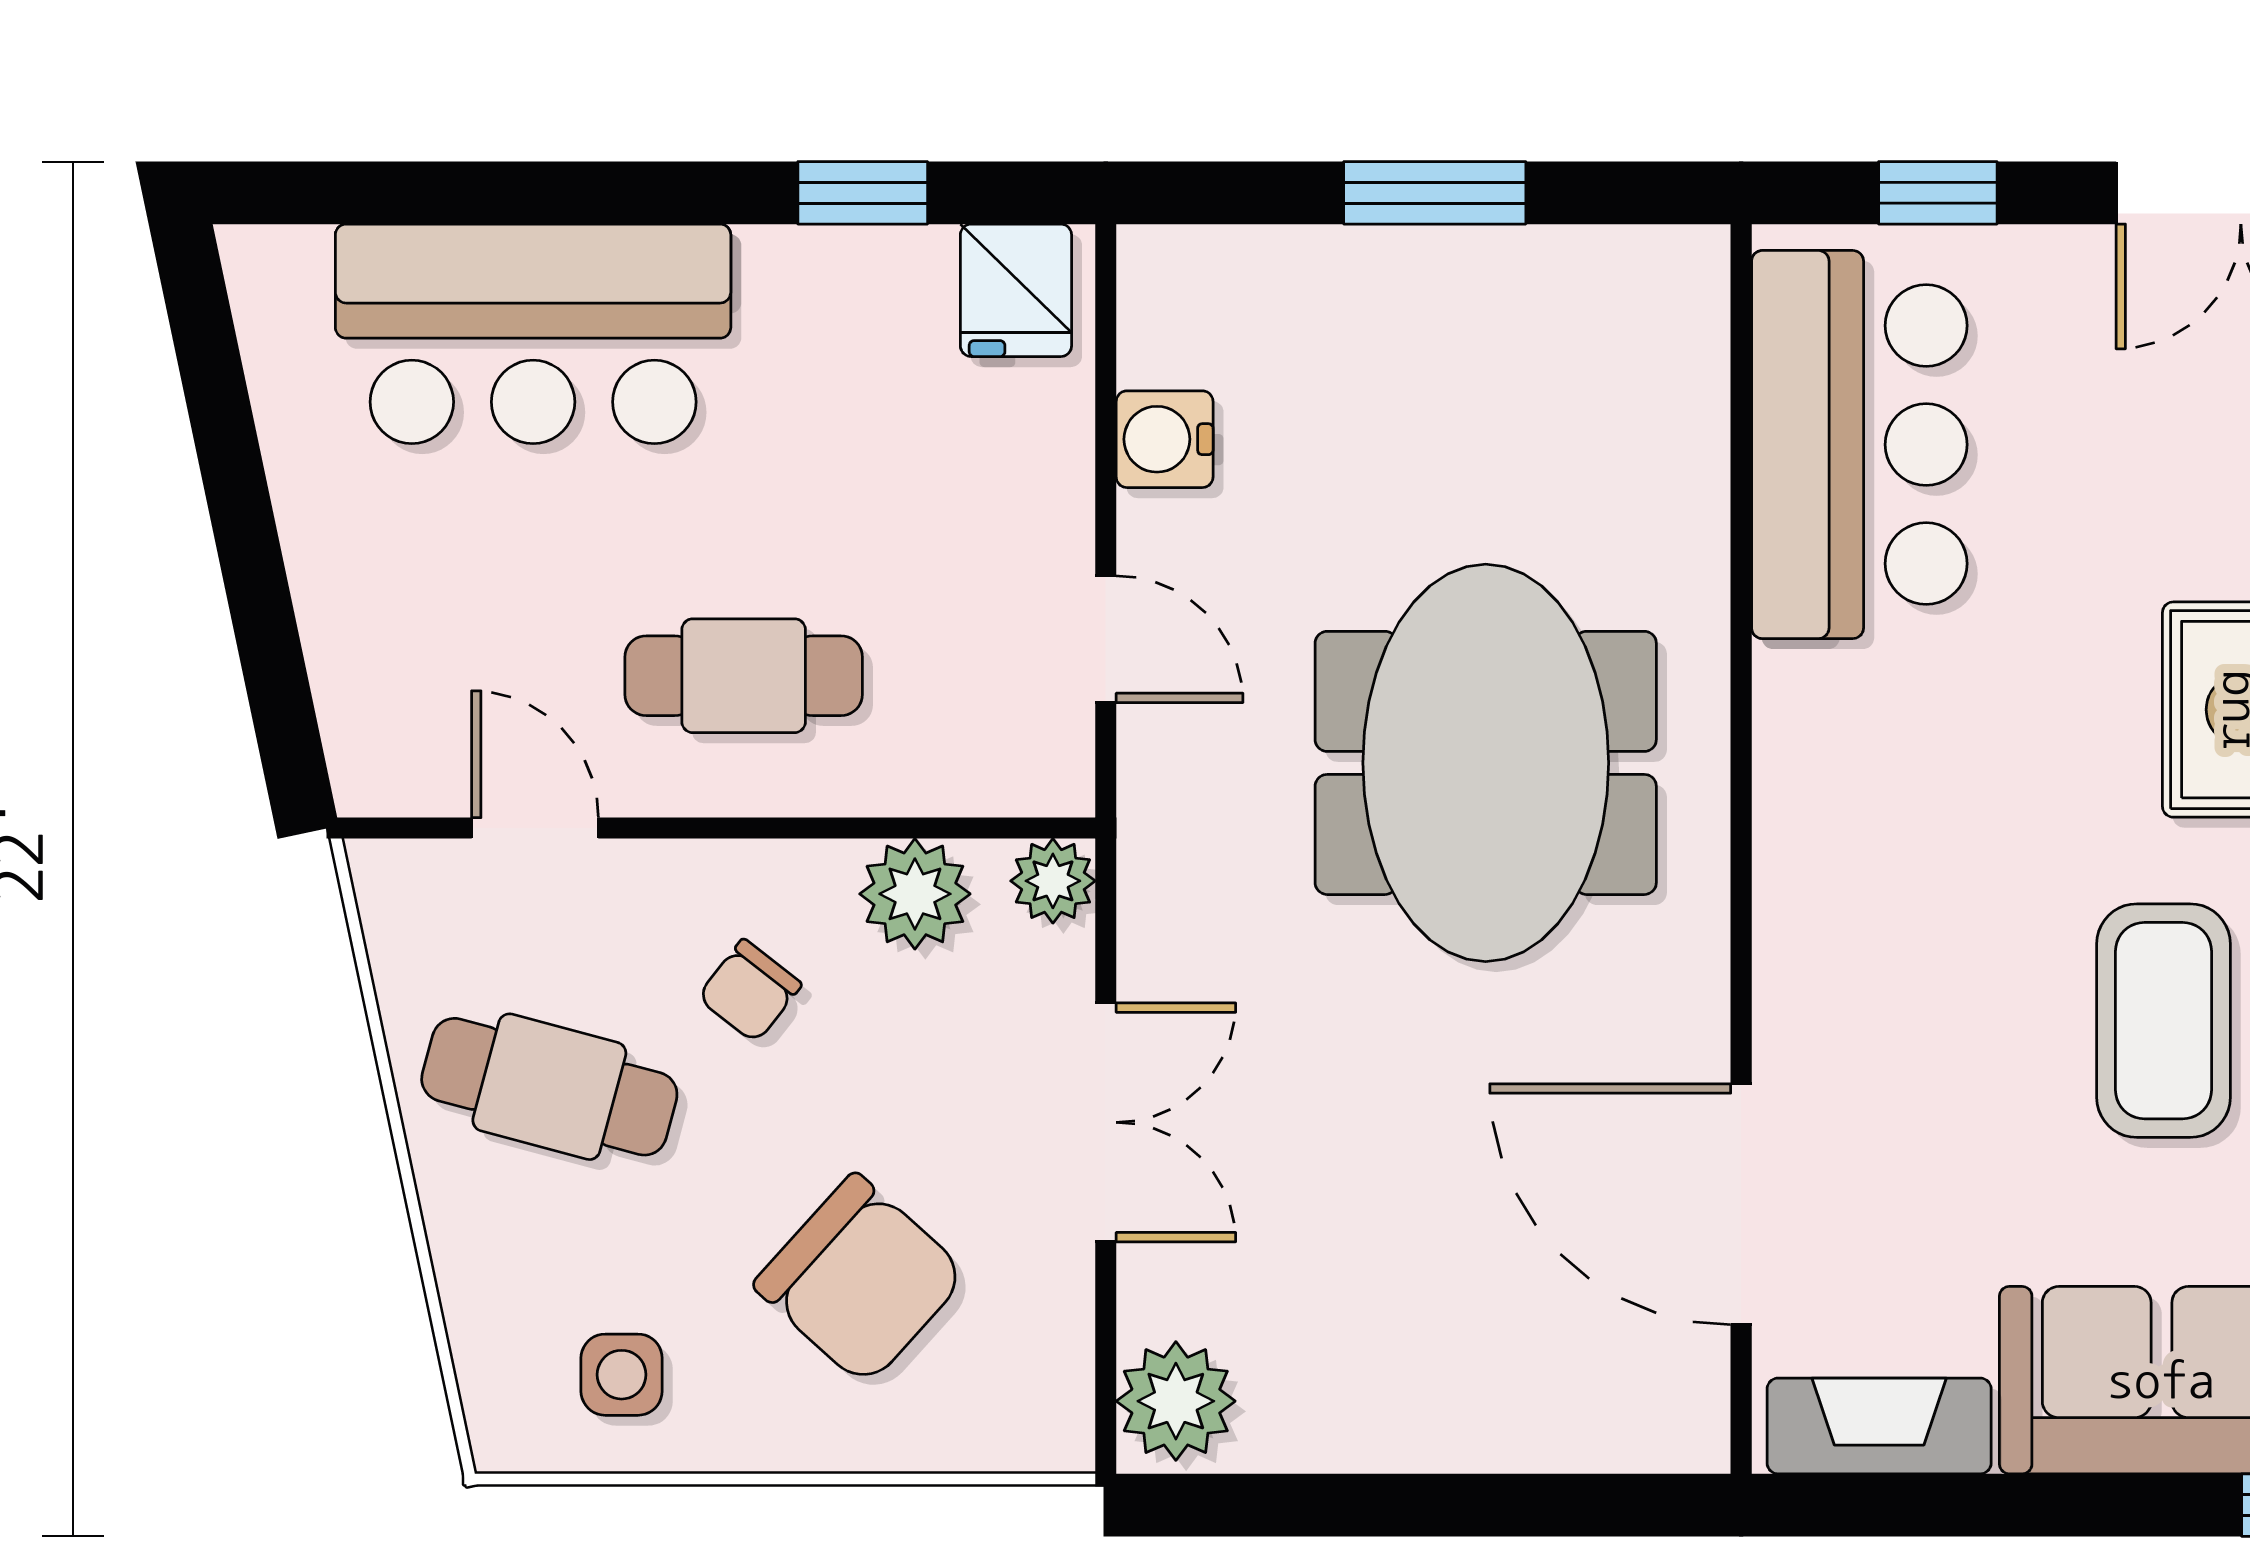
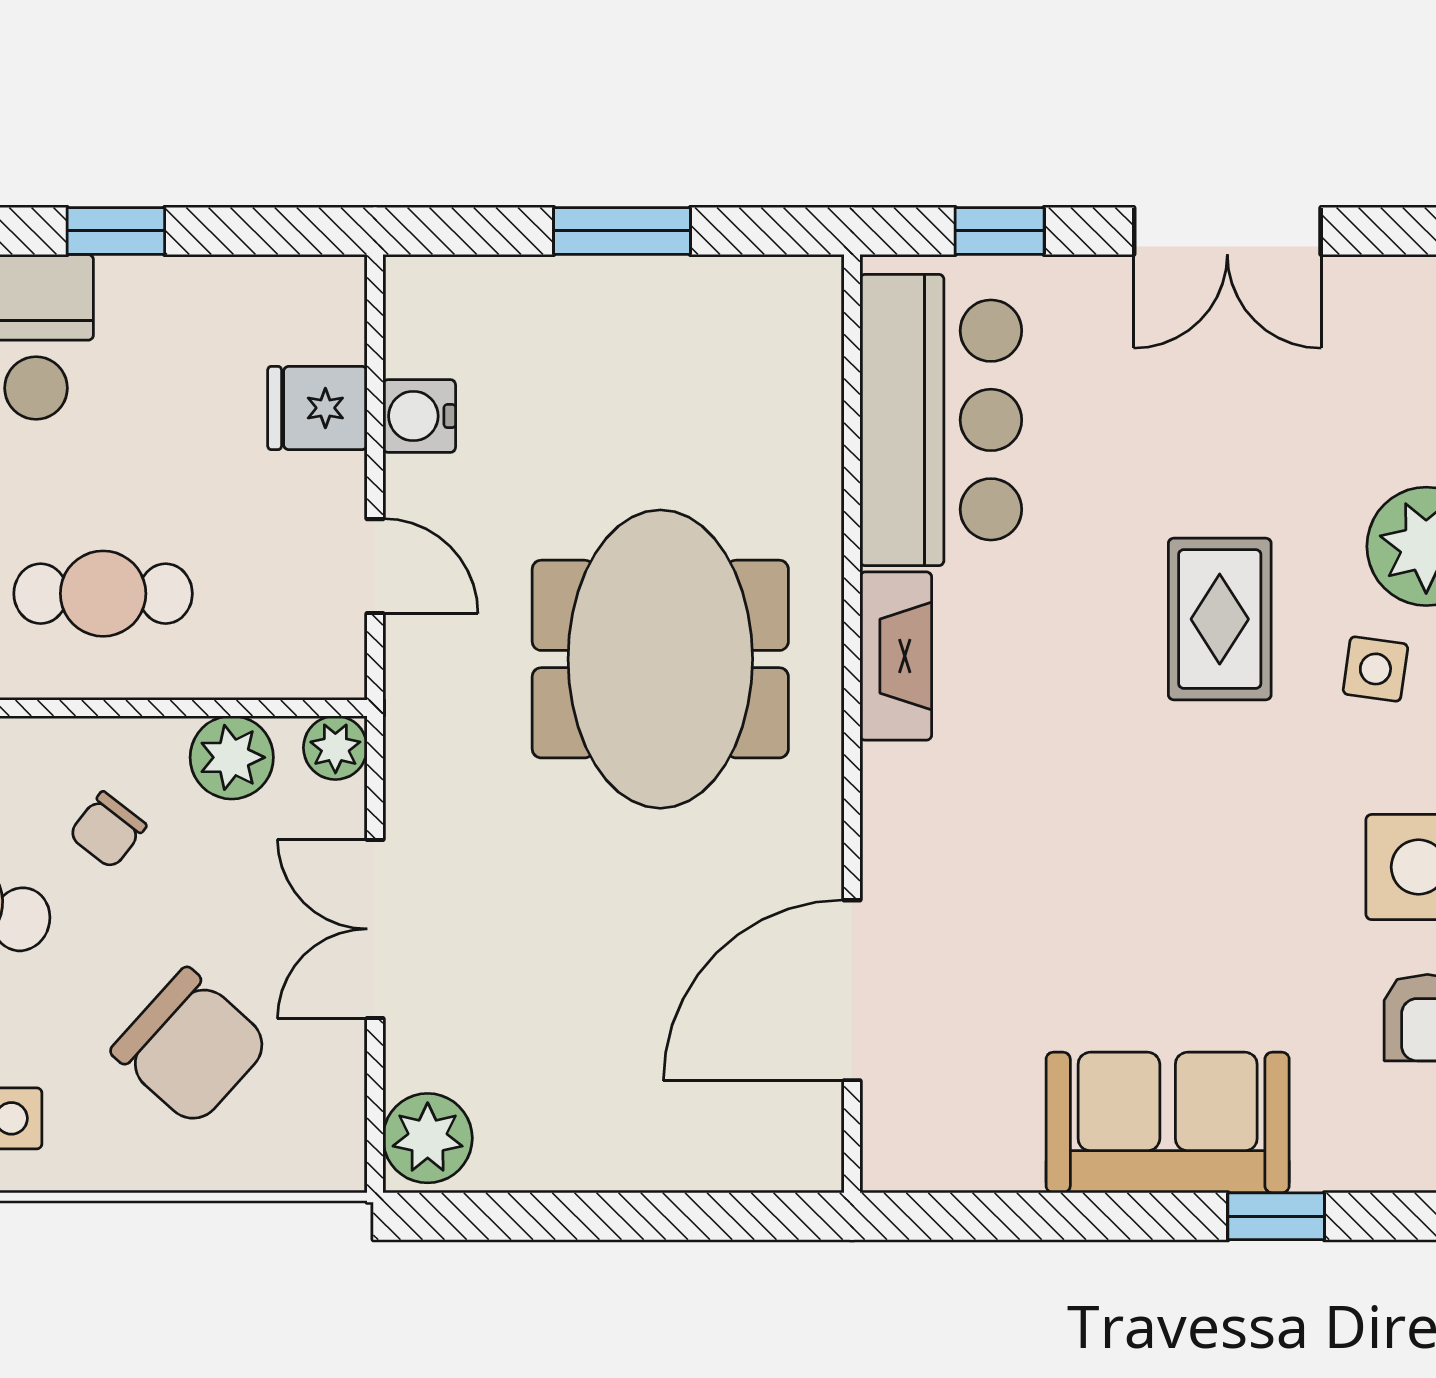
window: (863, 193) -> (116, 231), moved
fridge: (1016, 290) -> (317, 408), moved, turned 90
coffee table: (2163, 1021) -> (1169, 853), removed
double door: (1106, 1122) -> (375, 929), swing flipped
door: (1741, 1204) -> (852, 990), hinge flipped
fireplace: (1879, 1426) -> (896, 656), moved, turned 90

